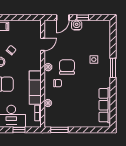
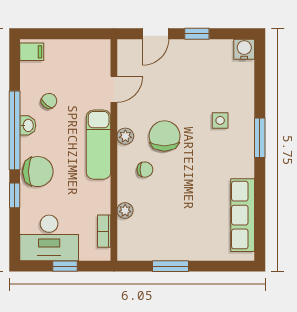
water cooler: (77, 25) -> (244, 49), moved
exam couch: (35, 88) -> (99, 145), moved
window: (59, 130) -> (171, 266), moved

